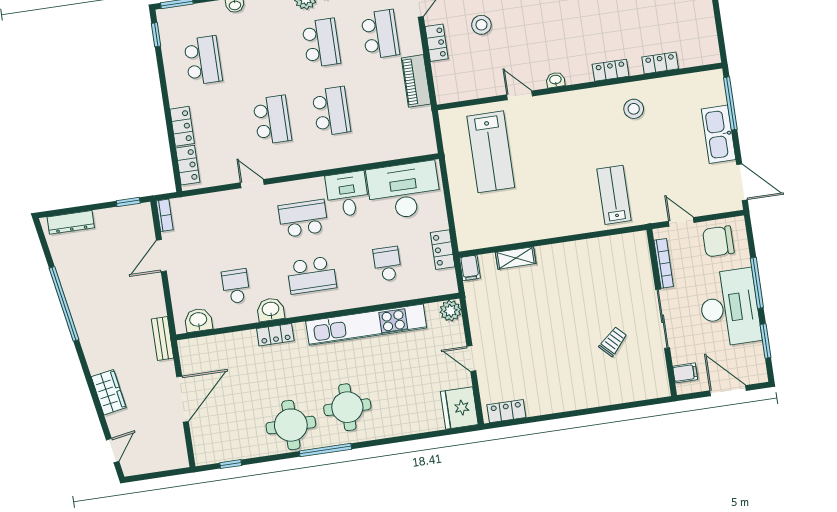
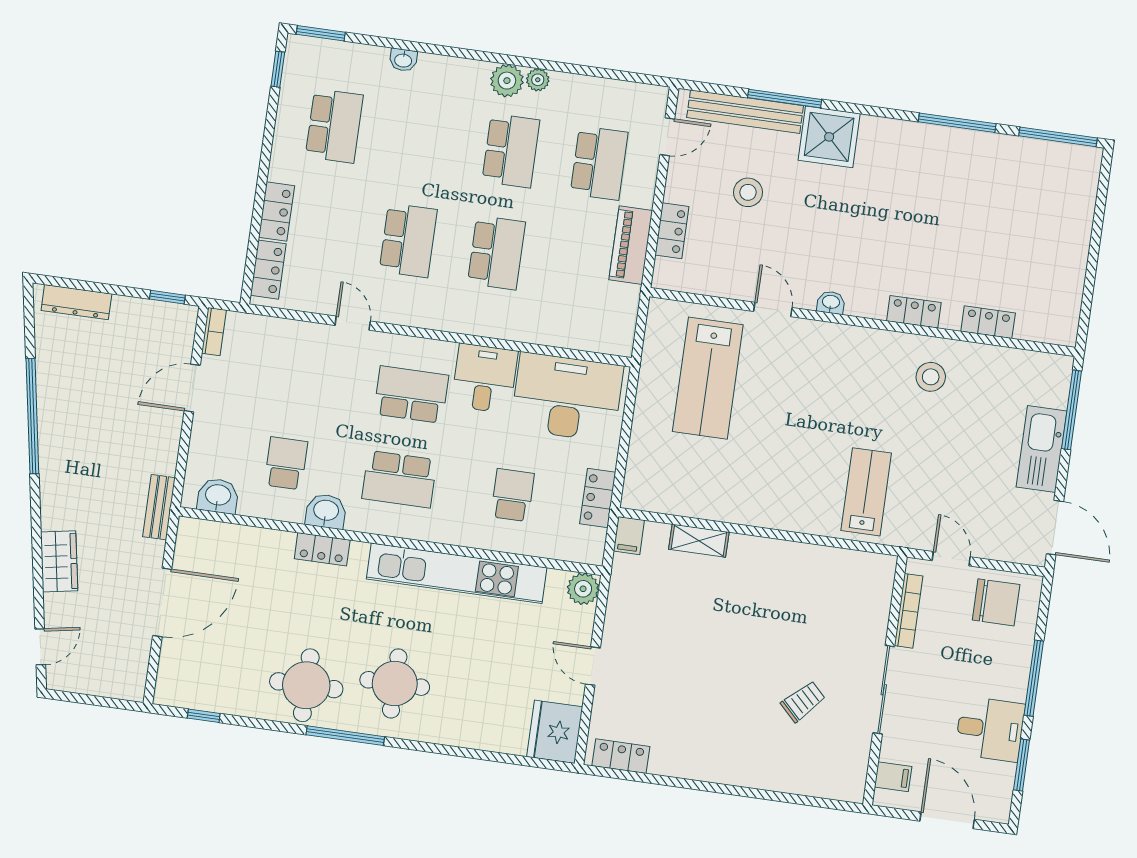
locker: (437, 43) -> (672, 231), moved
chair: (718, 241) -> (996, 602), turned 180
desk: (729, 308) -> (990, 729), width x0.53, depth x0.77

